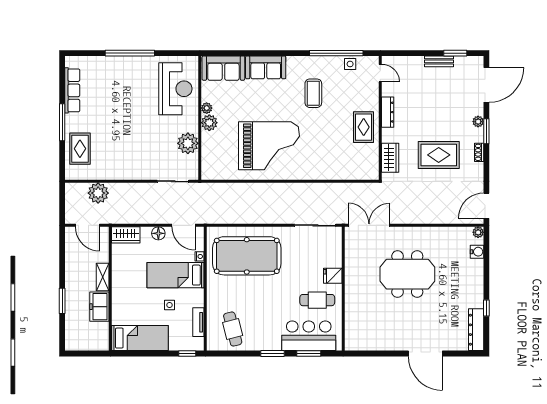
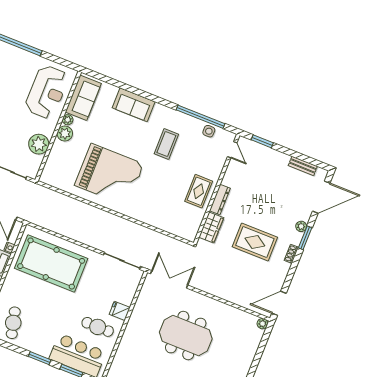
window: (455, 53) -> (262, 141), moved
bench: (439, 61) -> (303, 166), moved
sofa: (223, 68) -> (83, 98), moved, turned -90
dresser: (388, 112) -> (220, 200), moved
water cooler: (477, 252) -> (255, 340), removed

